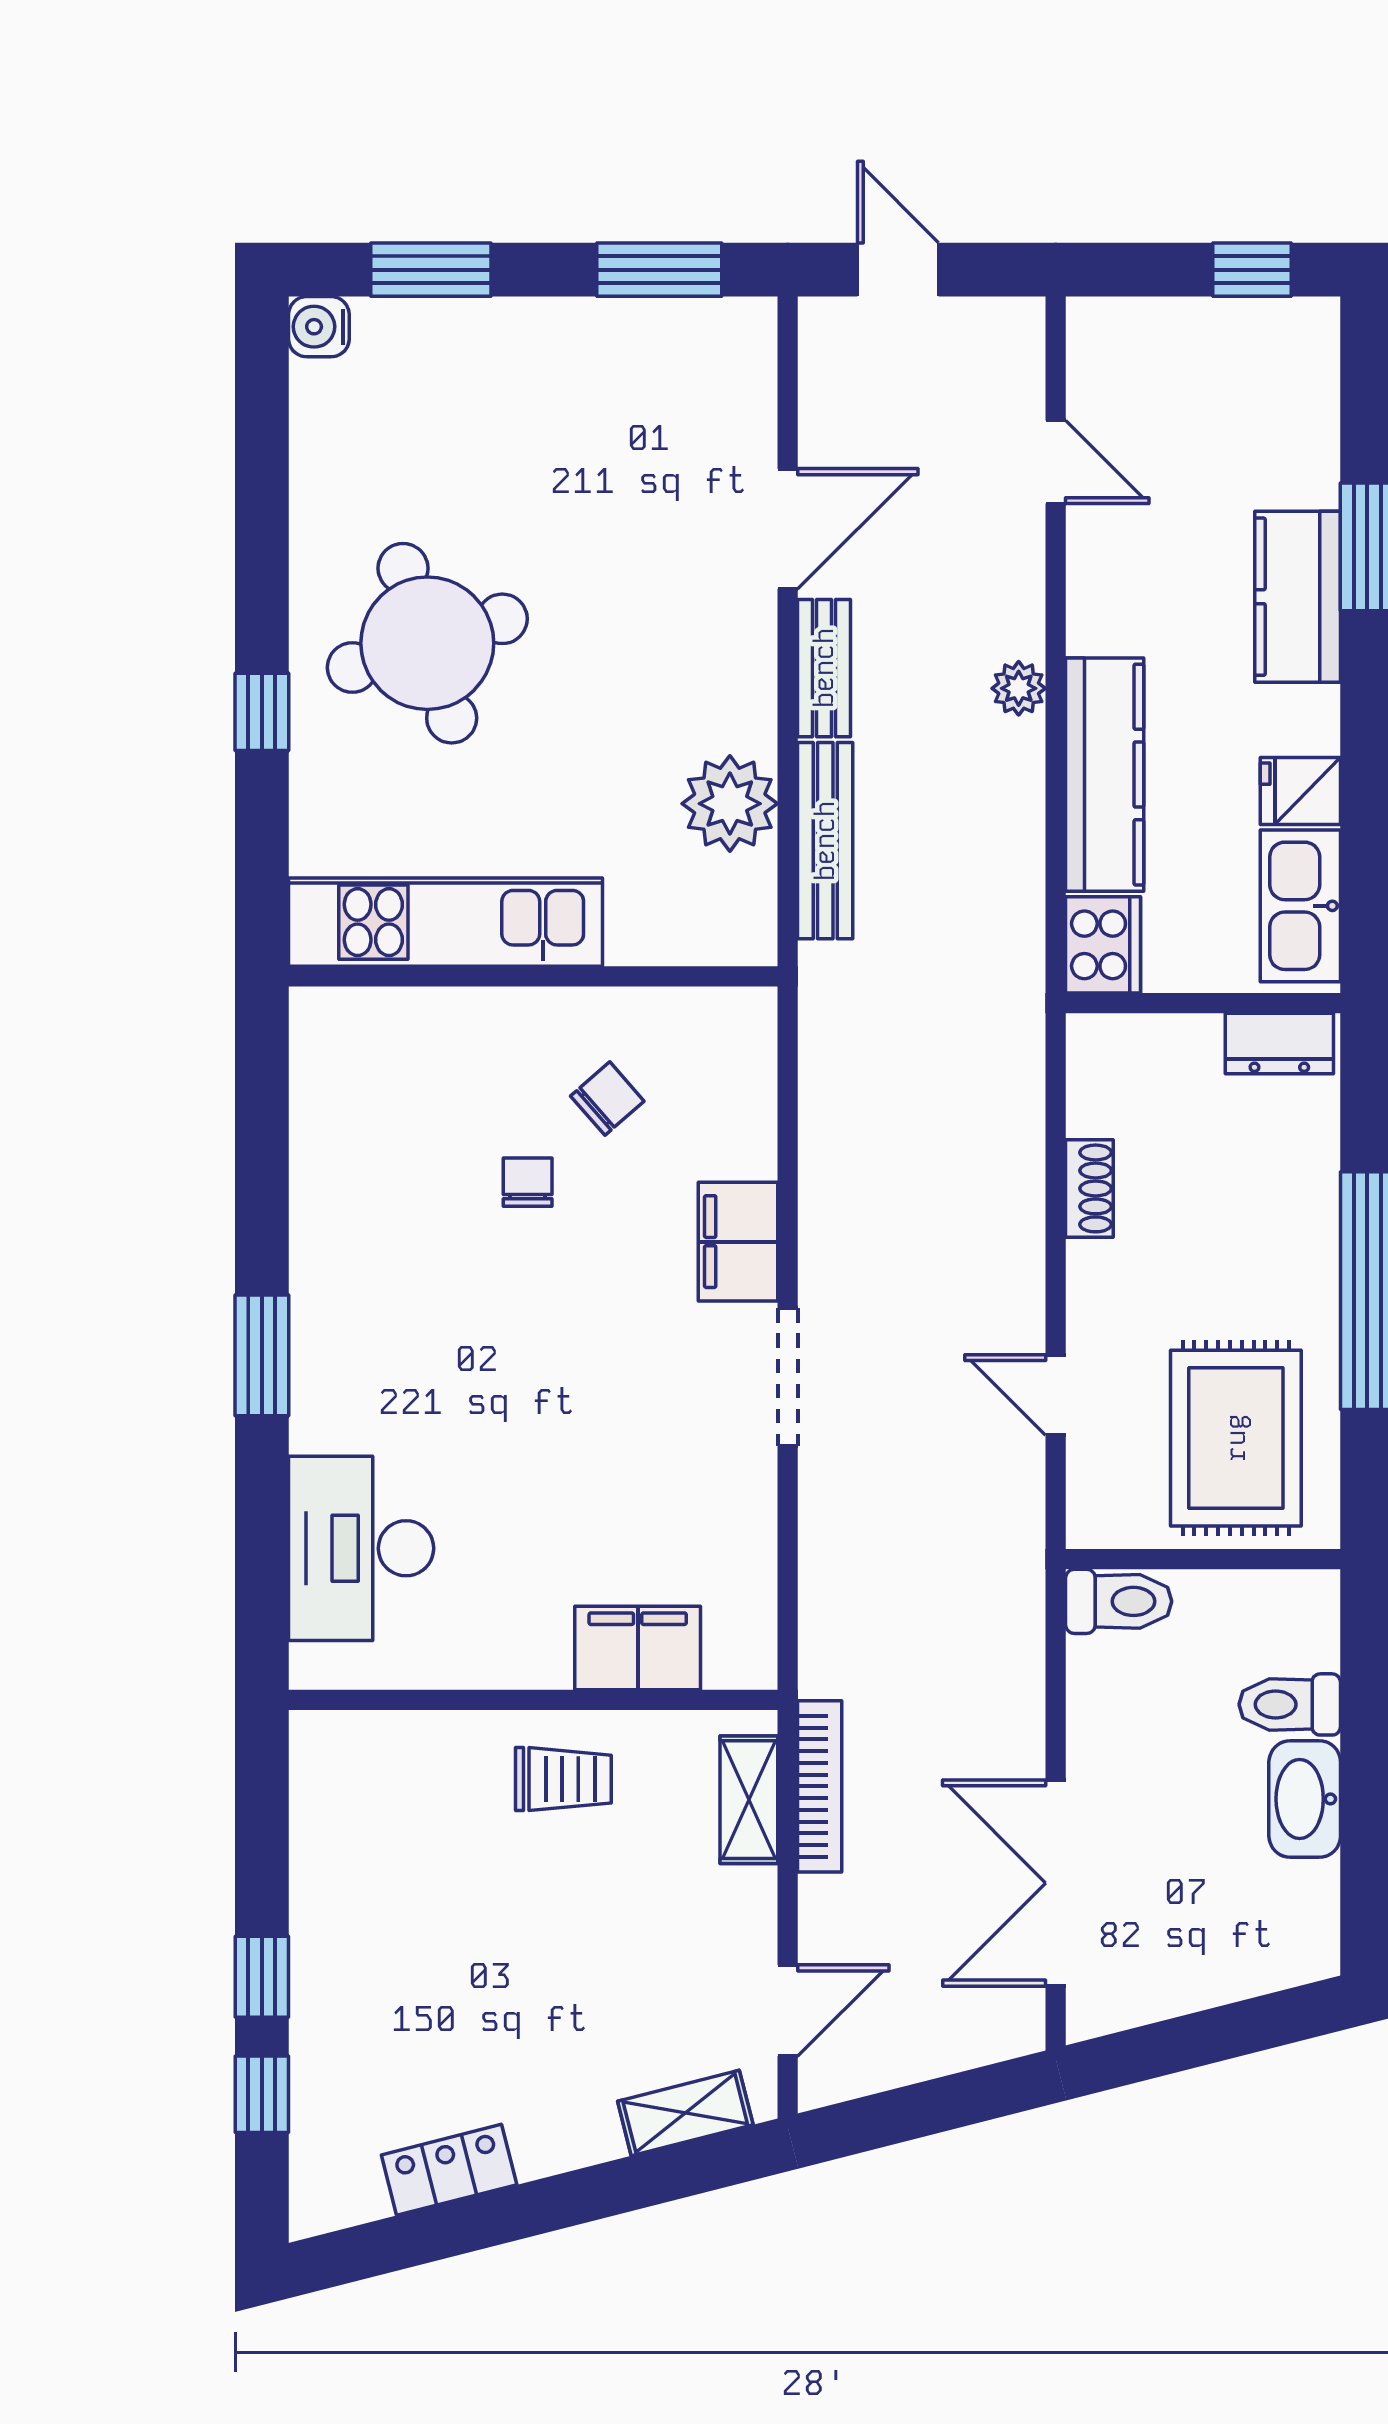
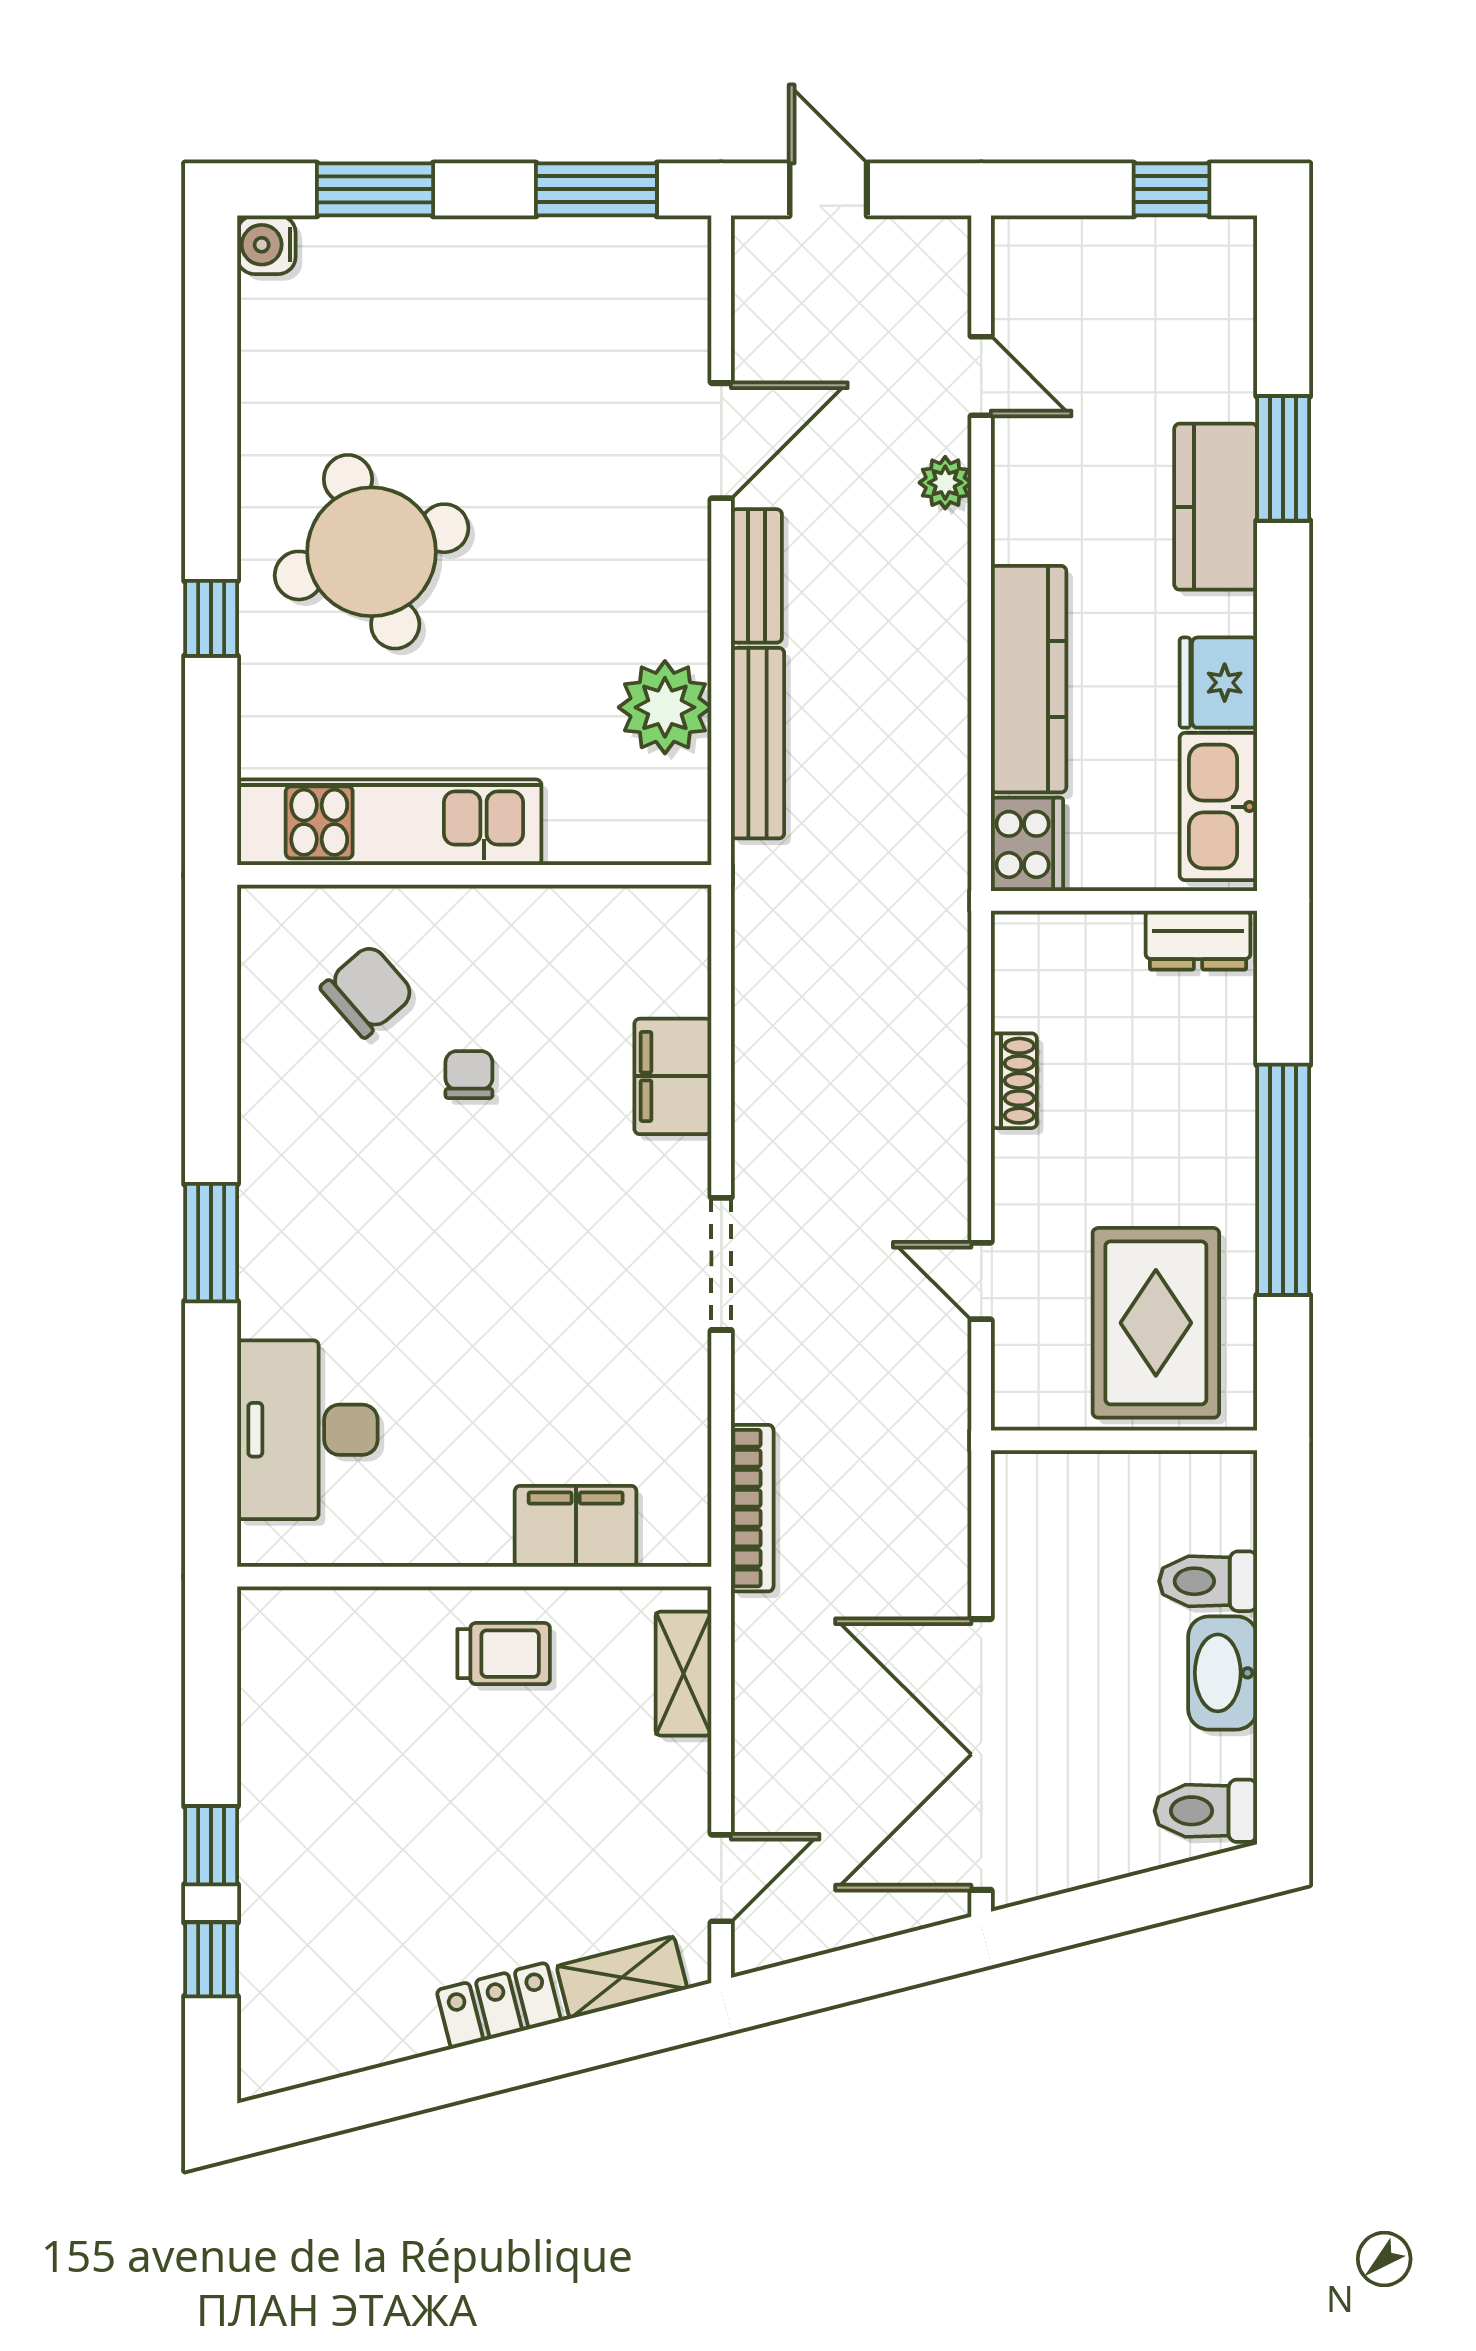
plant: (1019, 688) -> (945, 483), moved
fridge: (1300, 791) -> (1218, 683), width x1.38
chair: (607, 1099) -> (367, 991), moved, width x1.37, depth x1.37
filing cabinet: (738, 1242) -> (673, 1076), moved
toilet: (1119, 1601) -> (1206, 1811), moved, turned 180
bookcase: (820, 1786) -> (752, 1508), moved
double door: (1056, 1883) -> (981, 1754), width x1.36
locker: (449, 2170) -> (499, 2006), moved

